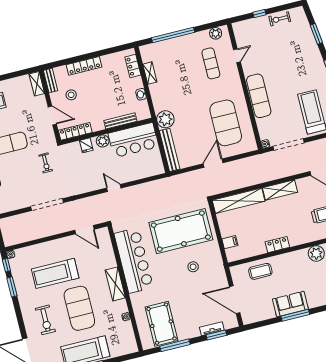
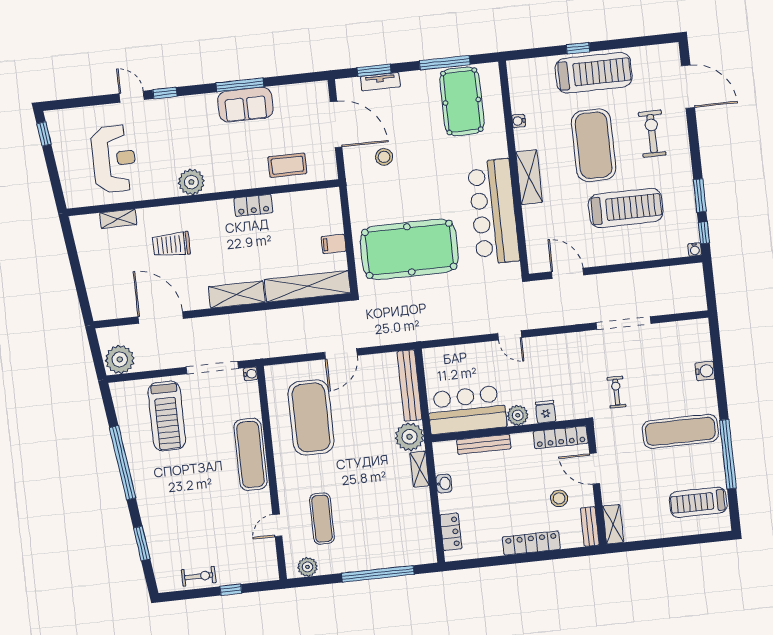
shelving: (150, 73) -> (419, 469), moved
filing cabinet: (230, 242) -> (334, 244), moved
stool: (193, 267) -> (384, 157), moved

